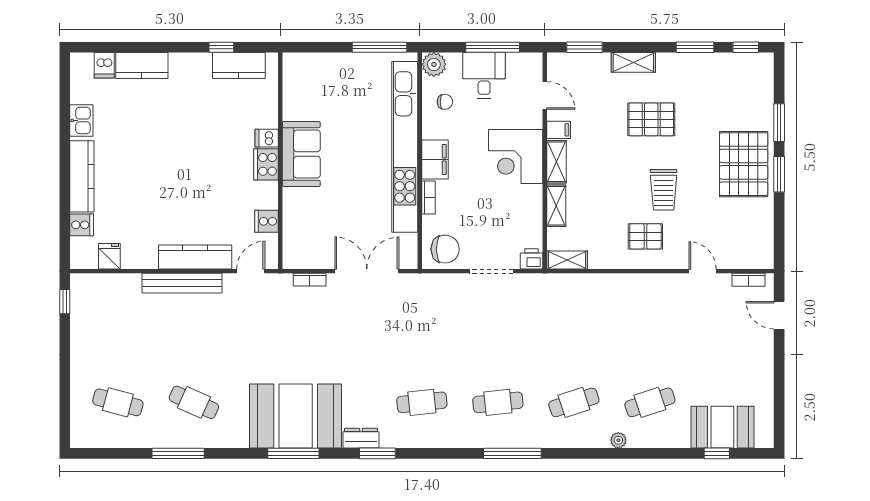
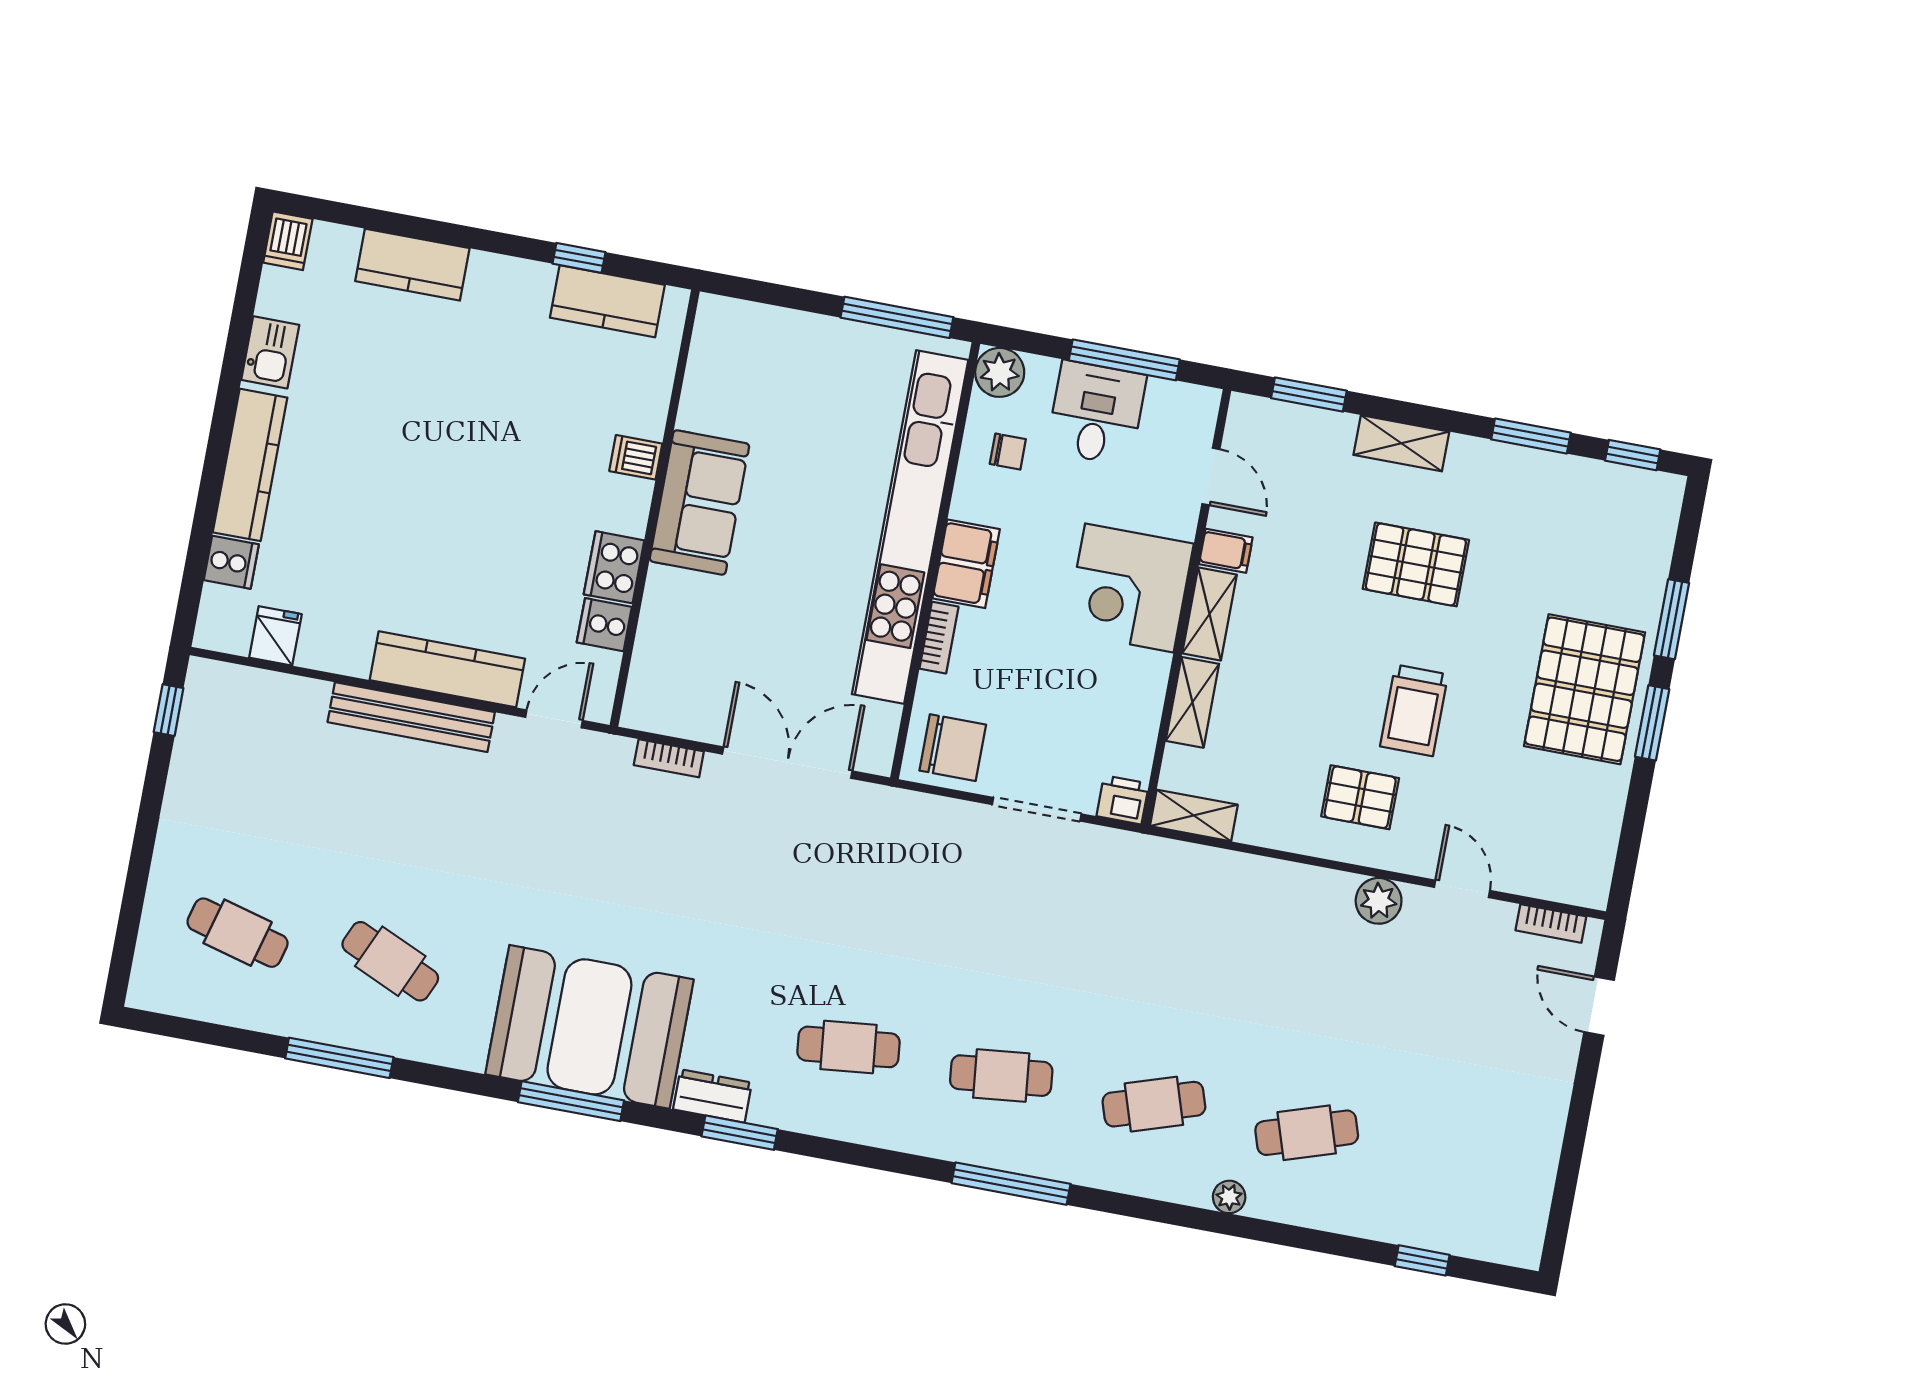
dishwasher: (104, 65) -> (288, 241), moved
cooker: (266, 164) -> (614, 567), moved
plant: (664, 284) -> (1379, 901), added
booth: (722, 427) -> (1443, 1210), removed

